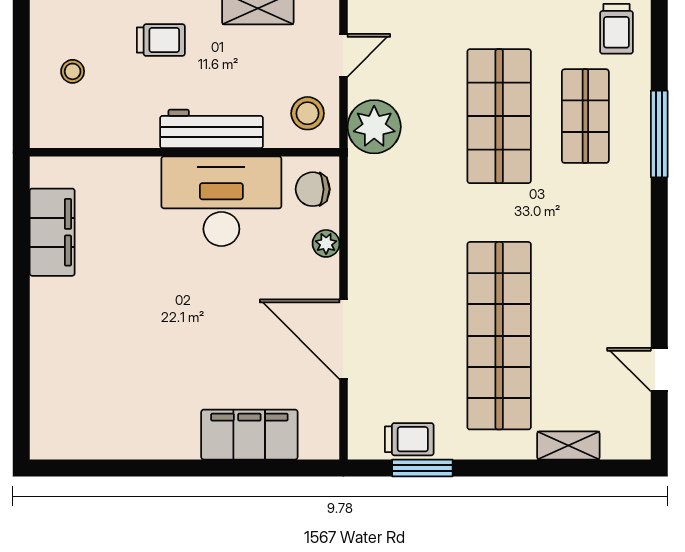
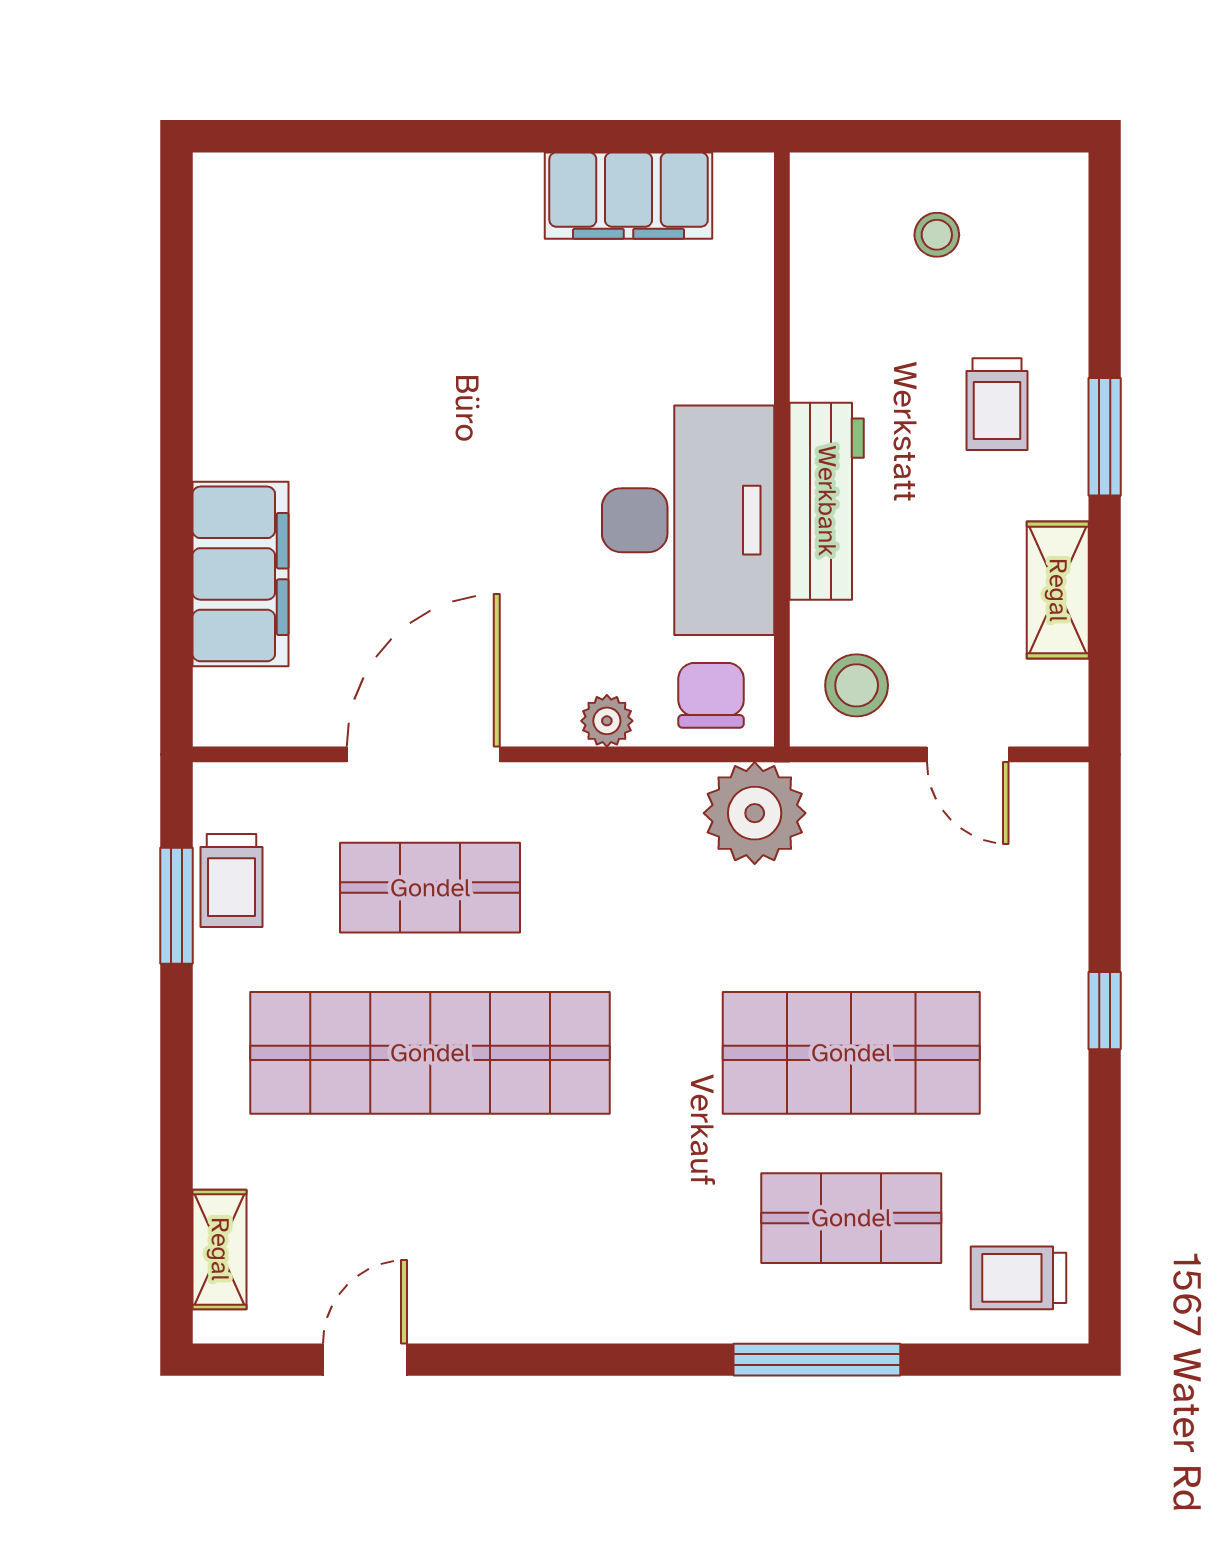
plant: (374, 127) -> (755, 813), moved
shop shelf: (413, 336) -> (430, 888), added
shelving: (568, 445) -> (220, 1249), moved

